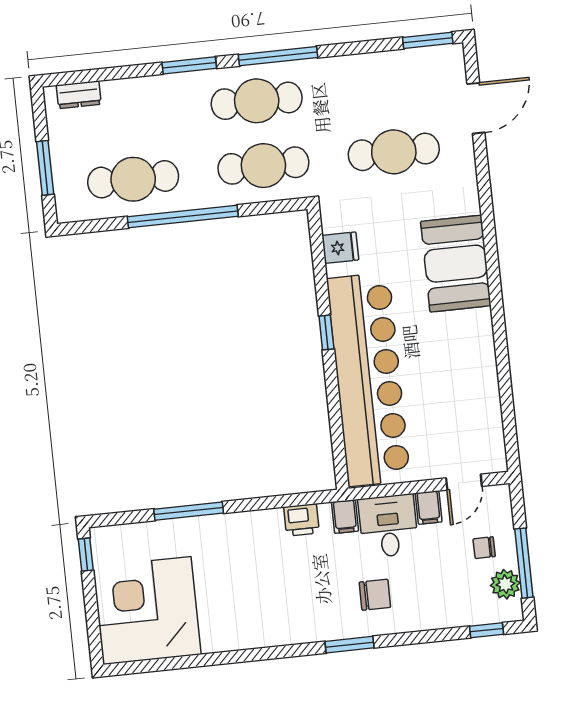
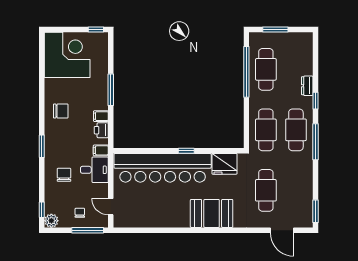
window: (189, 65) -> (315, 101), width x0.67
dresser: (79, 95) -> (307, 86), moved
window: (183, 217) -> (246, 72), moved
fridge: (340, 248) -> (224, 164), width x1.88, depth x1.34
filing cabinet: (429, 507) -> (101, 116), moved
window: (189, 511) -> (111, 90), moved
window: (524, 563) -> (88, 230), moved
plant: (505, 584) -> (51, 221), moved
chair: (375, 595) -> (64, 175), moved, turned 180
chair: (269, 612) -> (61, 111), added

